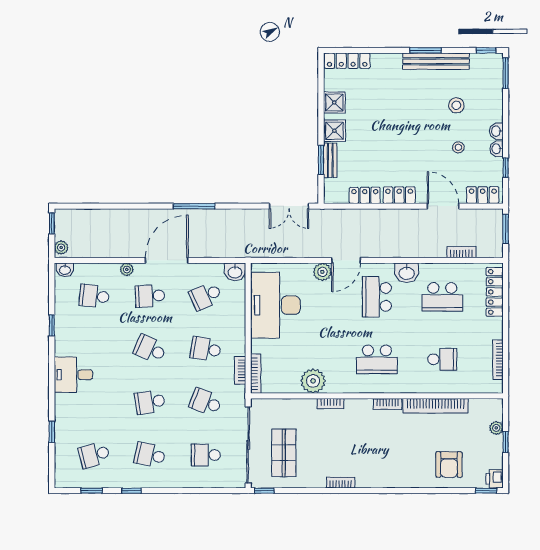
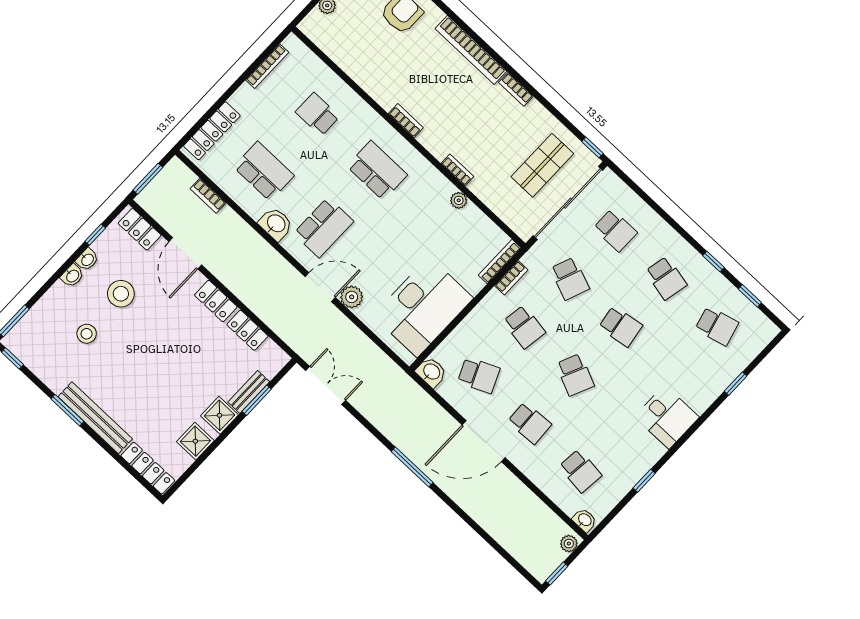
bench: (436, 61) -> (95, 418), moved
stool: (458, 147) -> (121, 294), width x1.89, depth x1.89
plant: (127, 269) -> (528, 467), removed
plant: (313, 381) -> (459, 200), width x0.53, depth x0.53
bookcase: (435, 406) -> (471, 50), moved, turned 180

